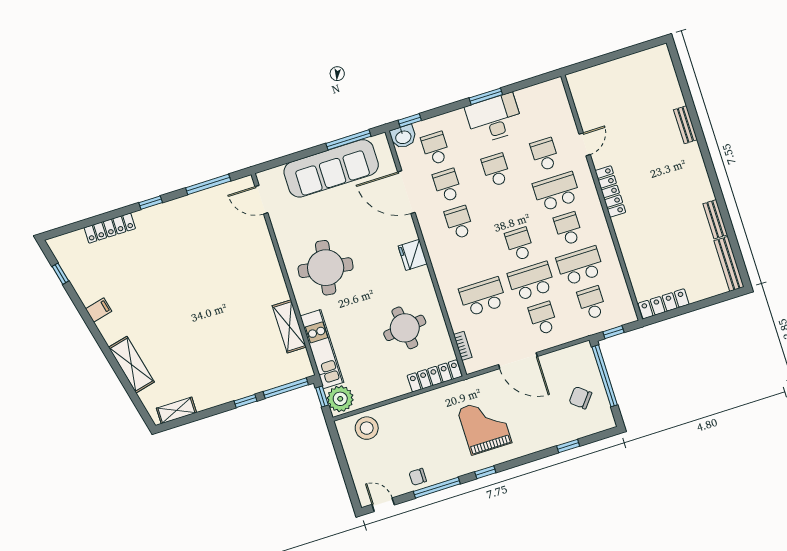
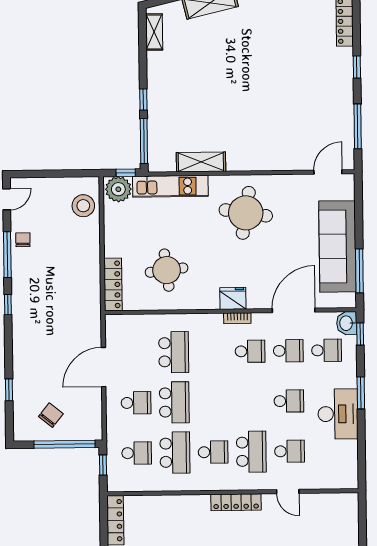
window: (486, 96) -> (361, 393), moved
school desk: (520, 244) -> (212, 402), removed
bookcase: (463, 346) -> (237, 318), moved
grand piano: (485, 426) -> (52, 317), removed

